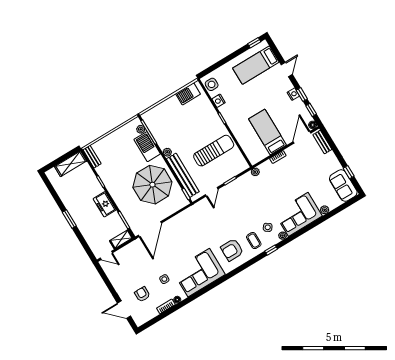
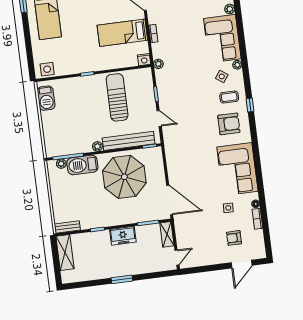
nightstand: (219, 101) -> (144, 60), moved
armchair: (232, 250) -> (229, 124), turned -90
window: (271, 250) -> (250, 105), moved

